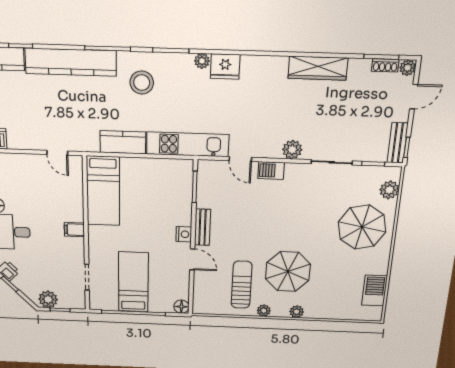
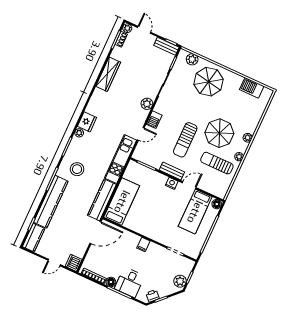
kitchen counter: (123, 142) -> (102, 200), width x1.50
door: (57, 153) -> (95, 233), width x1.87
bed: (103, 191) -> (122, 202), moved, turned -90
sun lounger: (258, 228) -> (185, 140), added
bed: (133, 282) -> (195, 212), moved, turned -90

